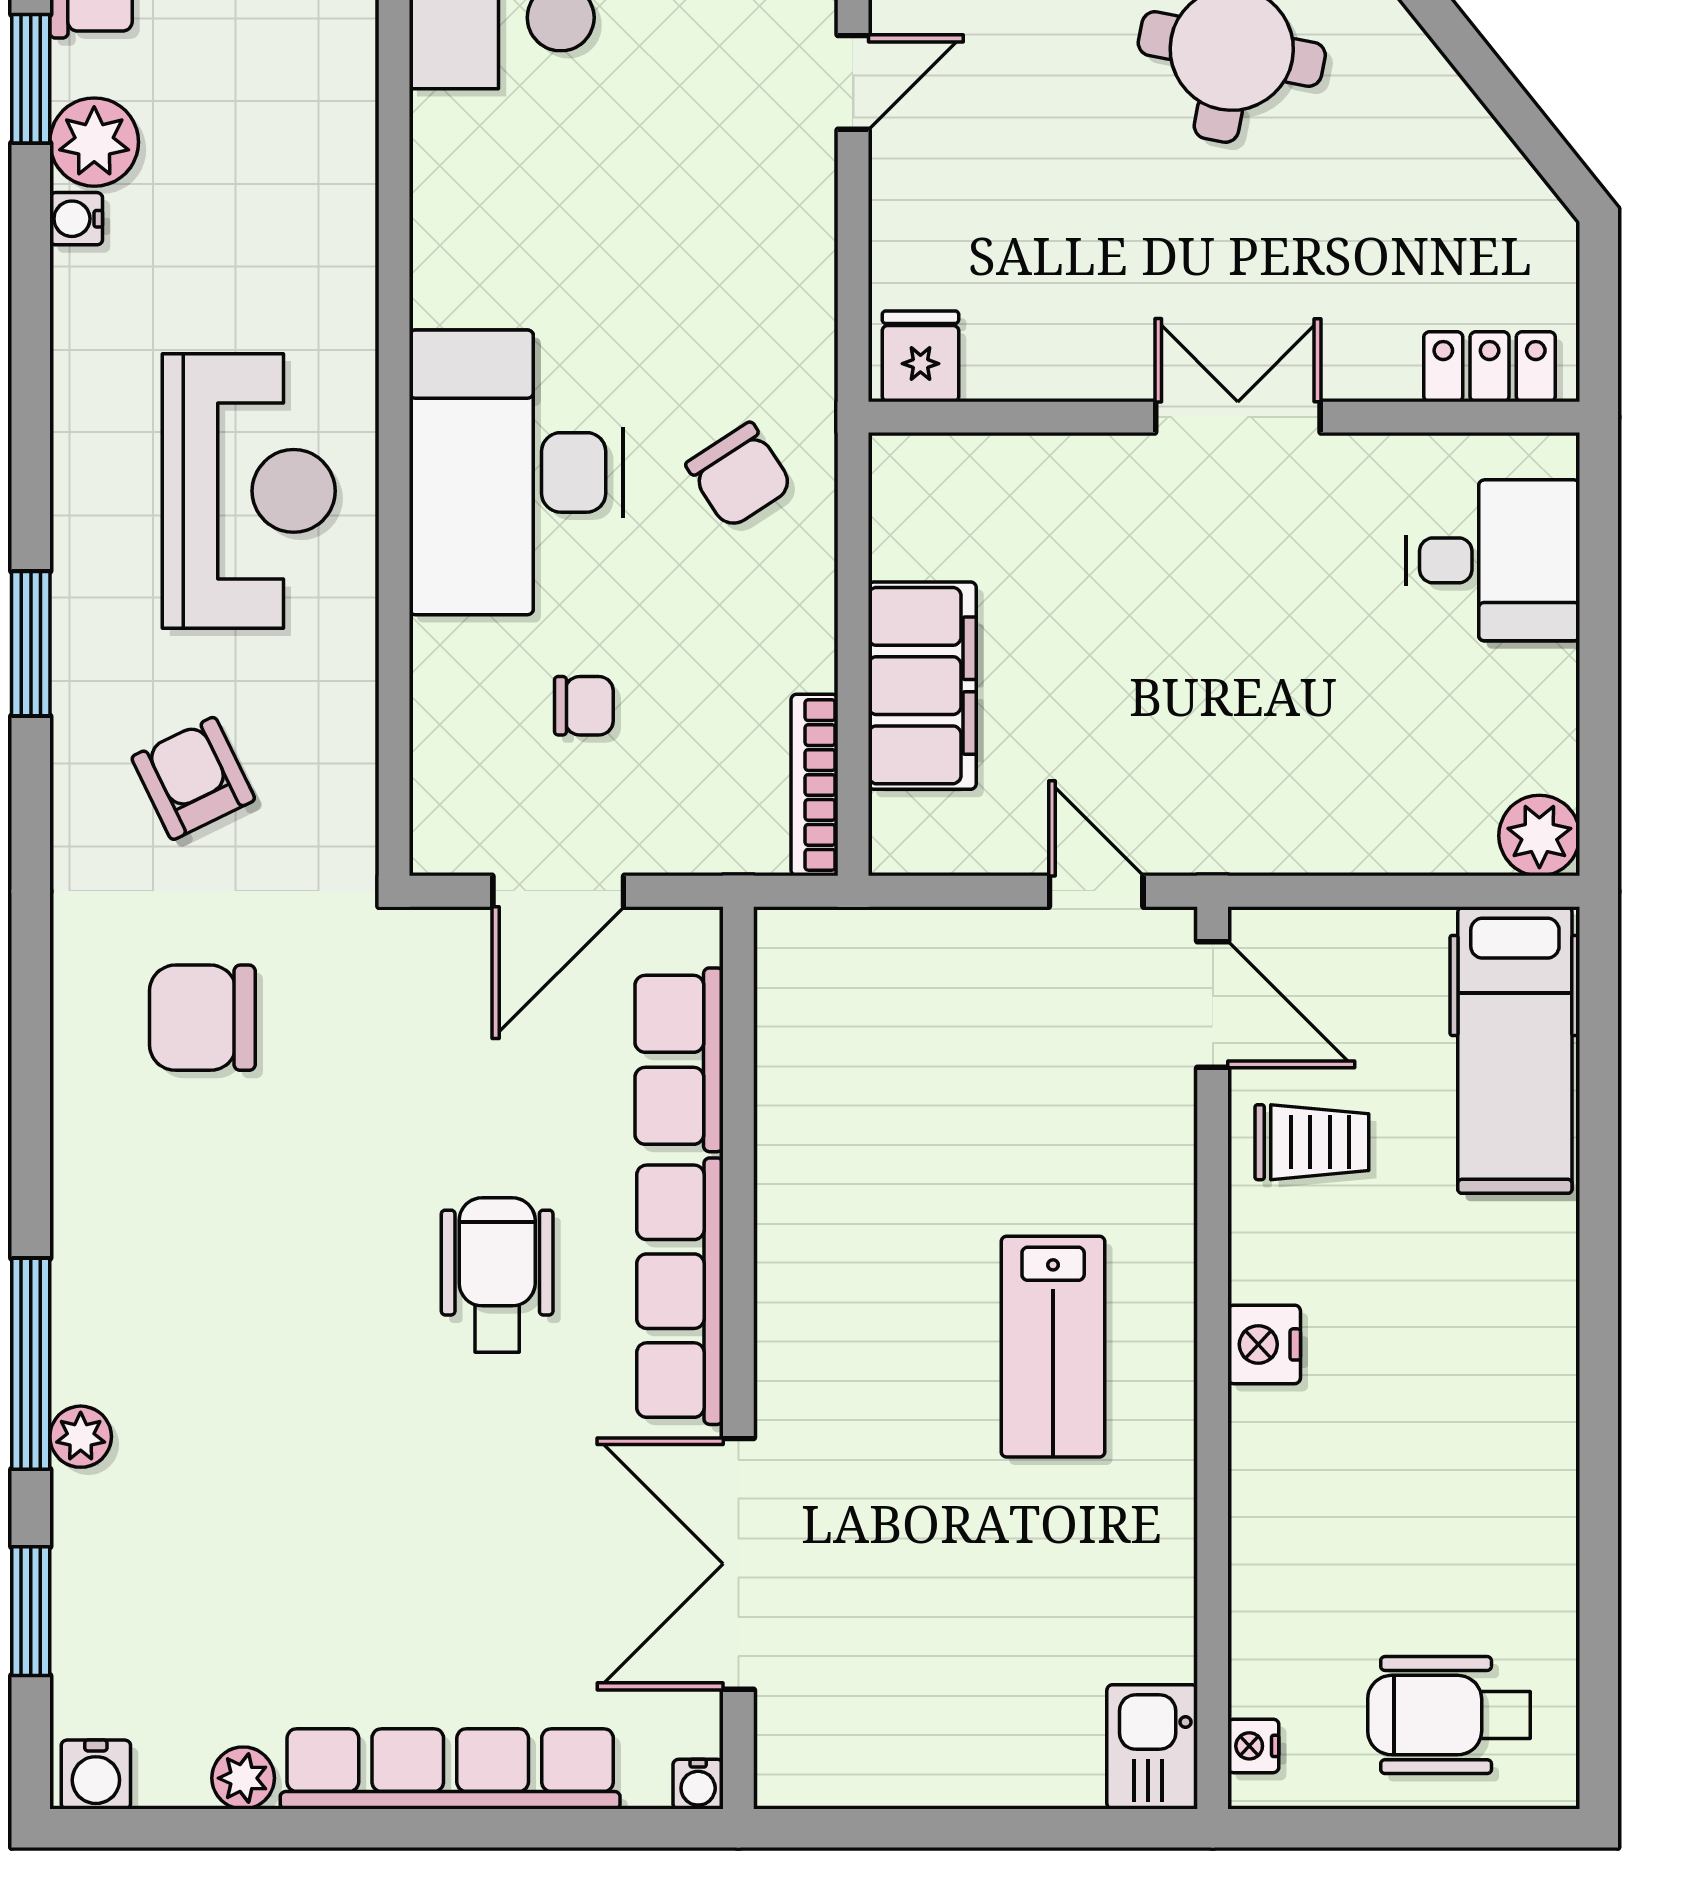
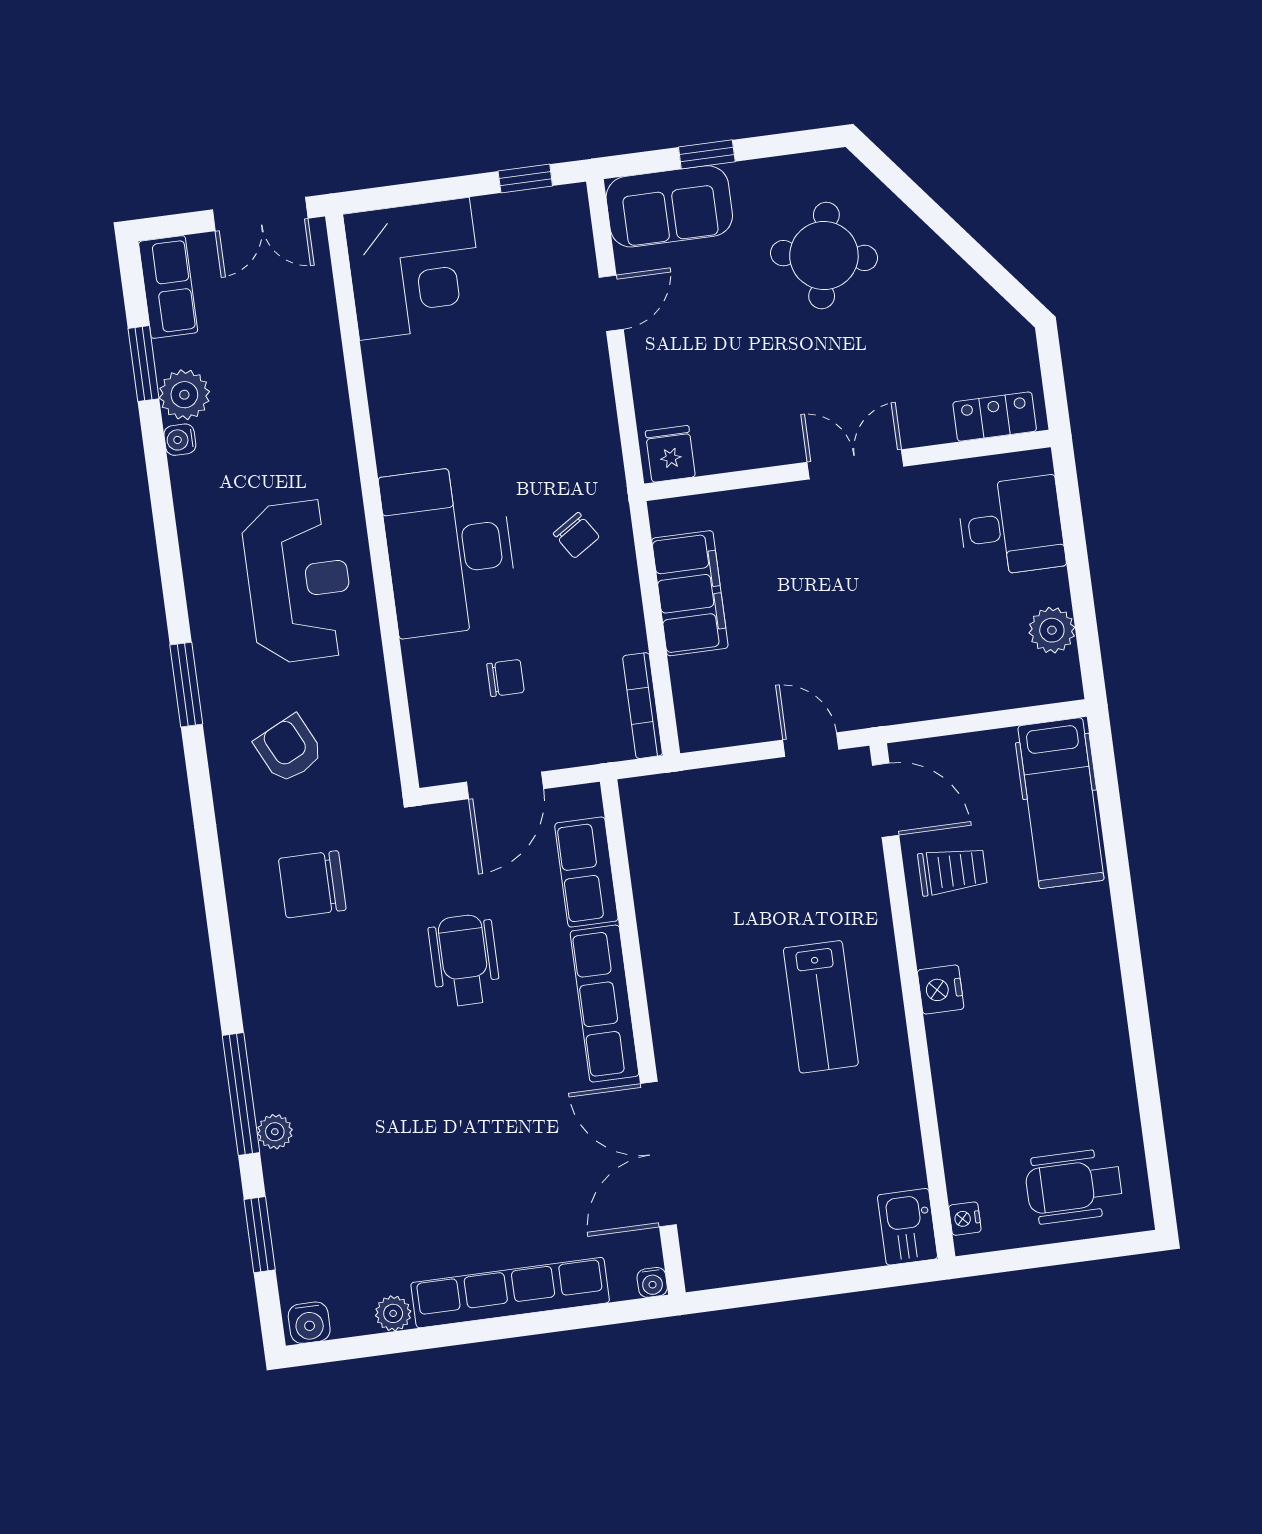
chair: (739, 475) -> (576, 535), width x0.73, depth x0.73
filing cabinet: (922, 686) -> (690, 593), moved
plant: (1539, 836) -> (1052, 630), moved
wheelchair: (497, 1275) -> (464, 960), moved

